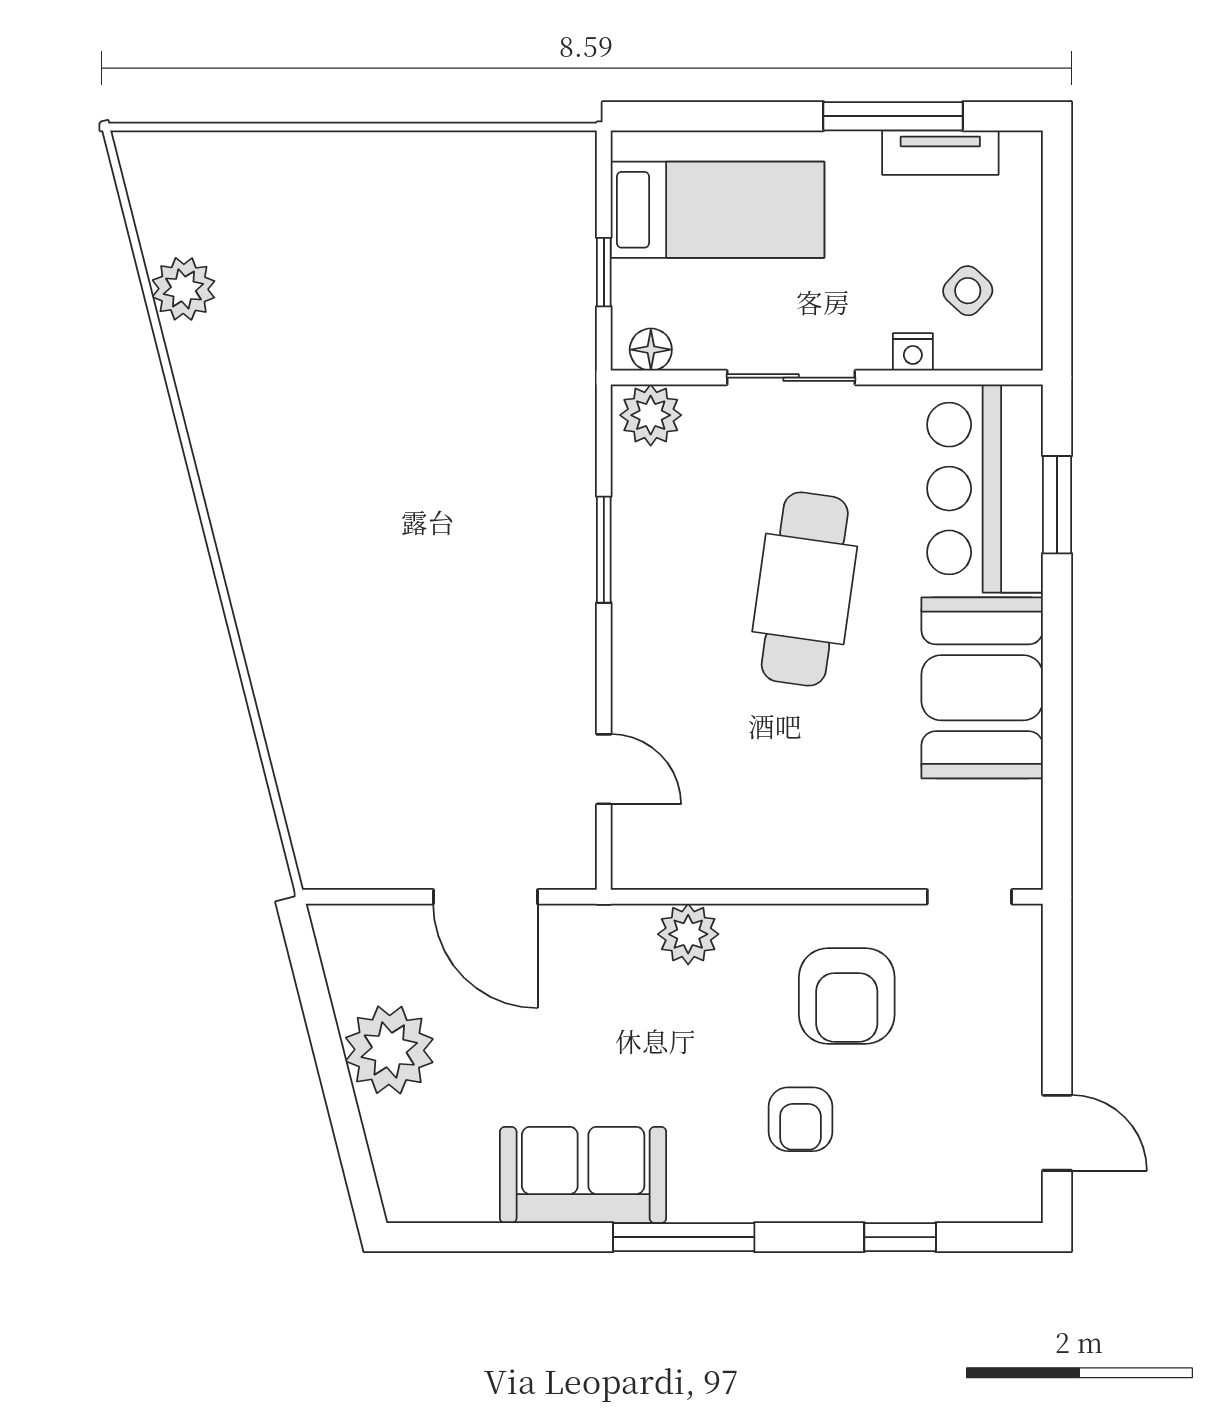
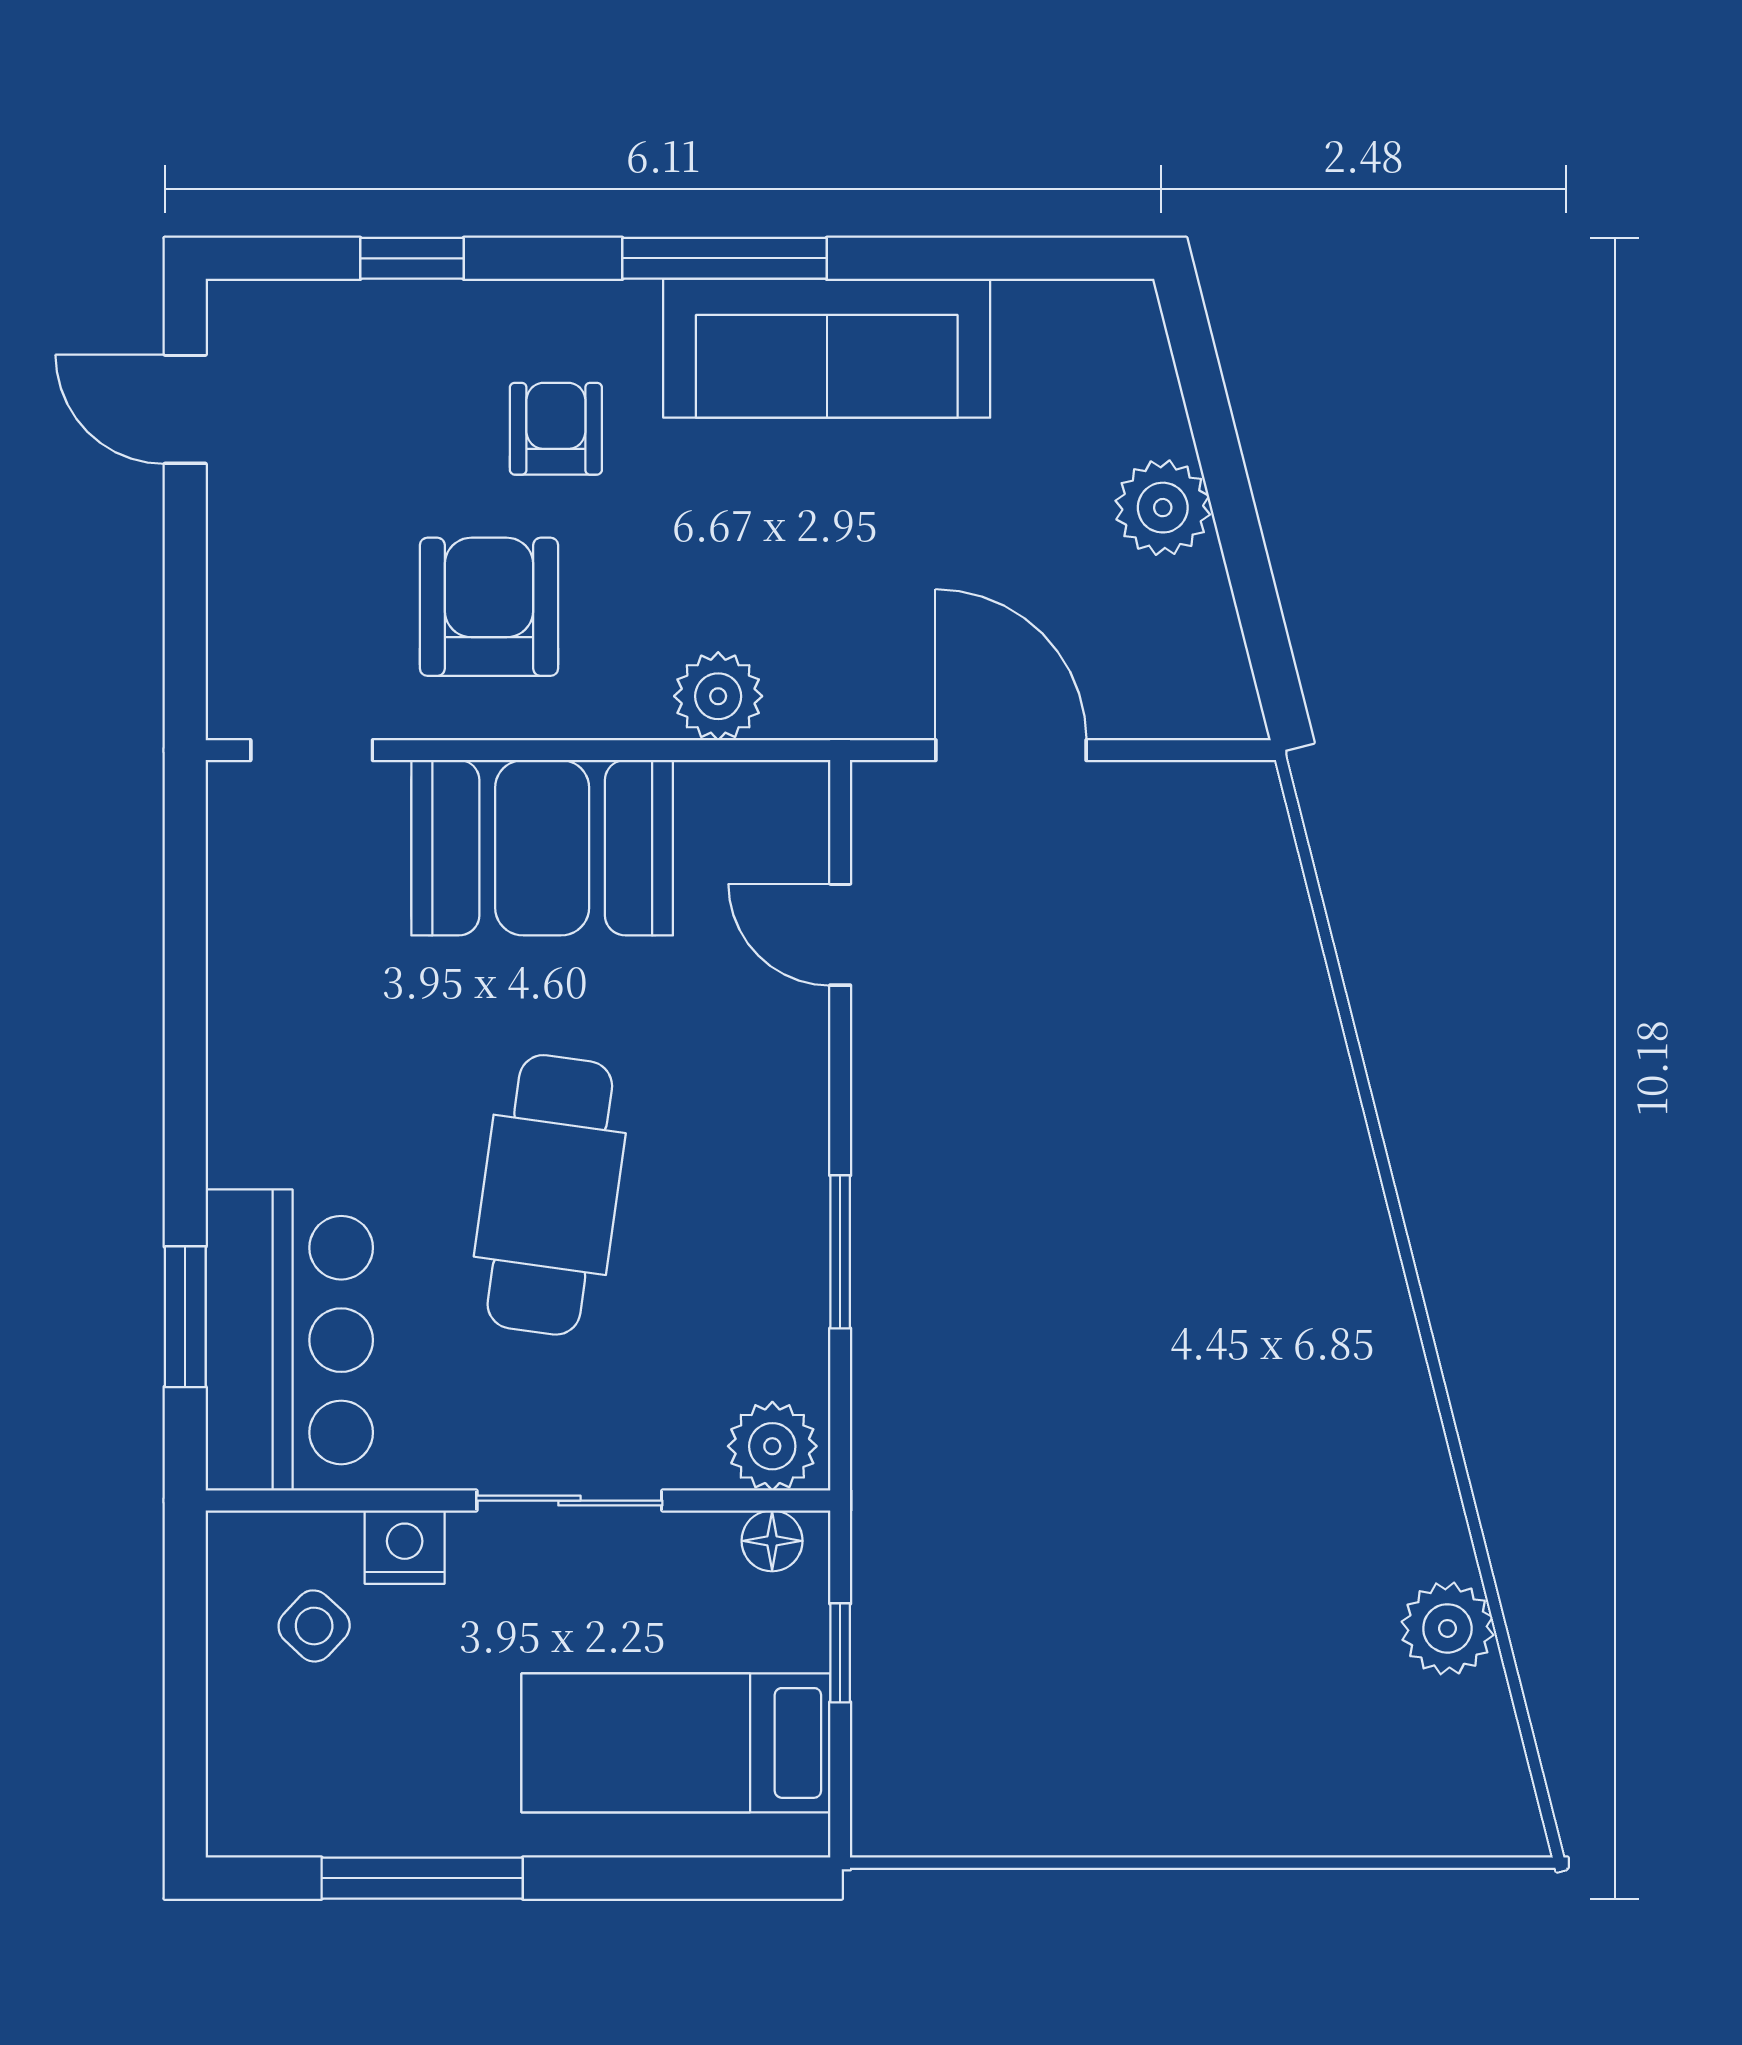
tv unit: (940, 153) -> (354, 1826), removed
nightstand: (913, 352) -> (405, 1547), width x1.39, depth x1.35
booth: (982, 688) -> (542, 848), moved, turned 90
plant: (389, 1050) -> (1163, 508), width x0.73, depth x0.73
sofa: (583, 1175) -> (827, 348), width x1.36

